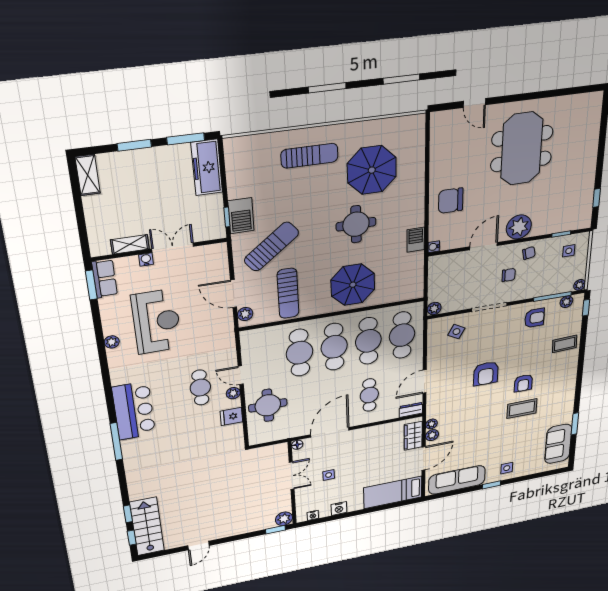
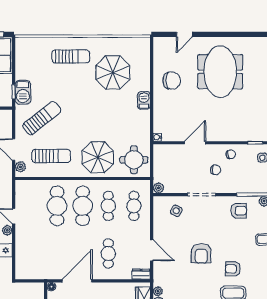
door: (474, 103) -> (184, 34), hinge flipped
chair: (451, 201) -> (172, 81), moved, turned 180
round table: (356, 224) -> (134, 160), moved
plant: (519, 227) -> (222, 132), removed
barbecue: (416, 240) -> (144, 100), moved
sun lounger: (288, 293) -> (51, 156), turned -90
cafe table: (402, 335) -> (134, 206), width x0.73, depth x0.74
cafe table: (368, 341) -> (108, 206), width x0.73, depth x0.74
door: (425, 382) -> (152, 250), swing flipped
armchair: (523, 383) -> (233, 269), turned 90
round table: (268, 405) -> (31, 246), removed

